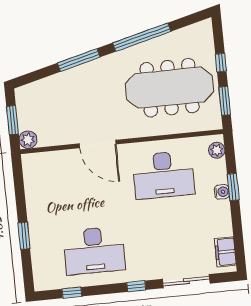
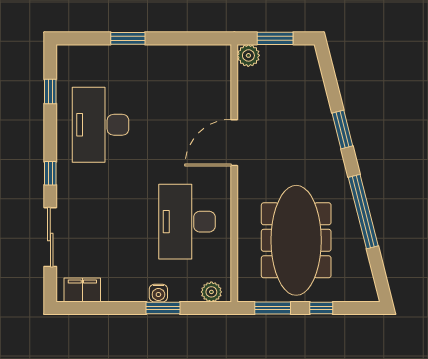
window: (79, 60) -> (342, 129), width x0.69

